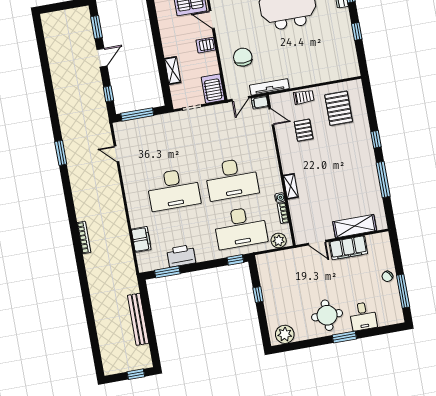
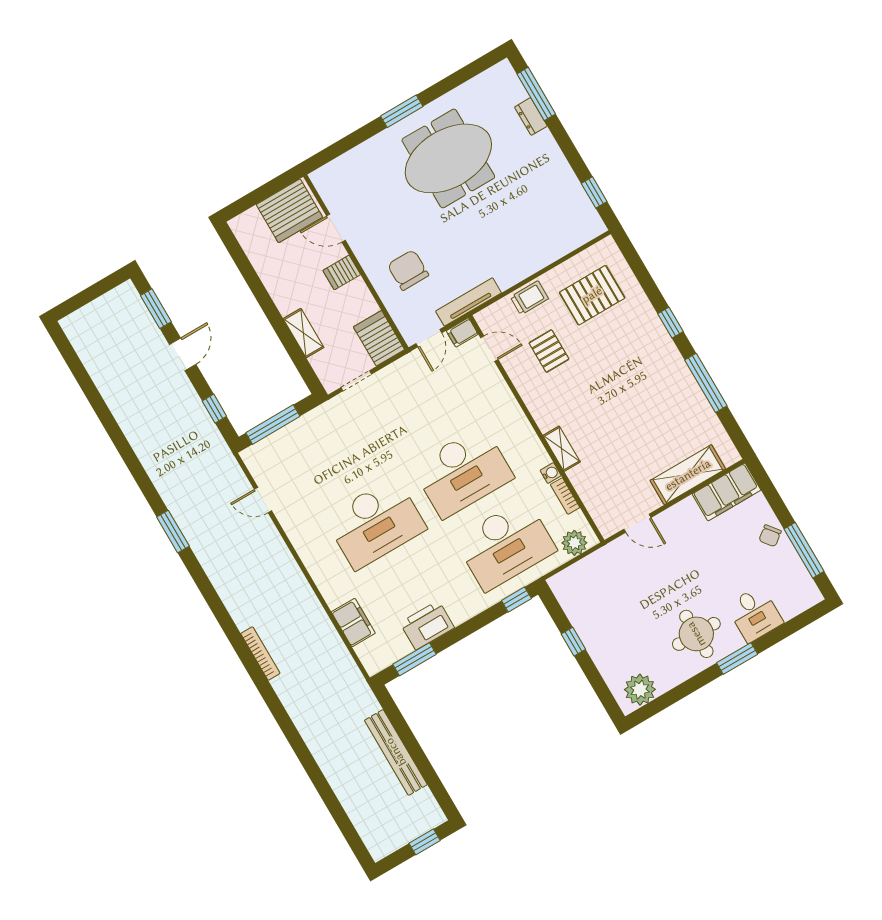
window: (357, 31) -> (594, 192), moved
pallet: (339, 108) -> (592, 295), turned 90
filing cabinet: (348, 248) -> (726, 492), moved

